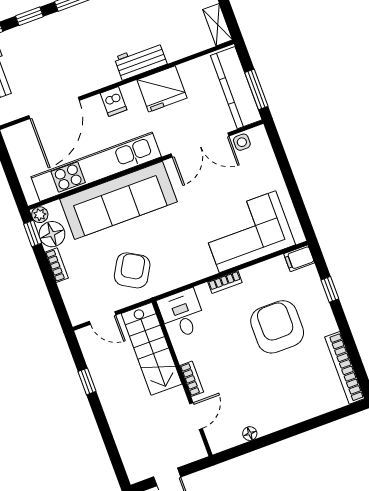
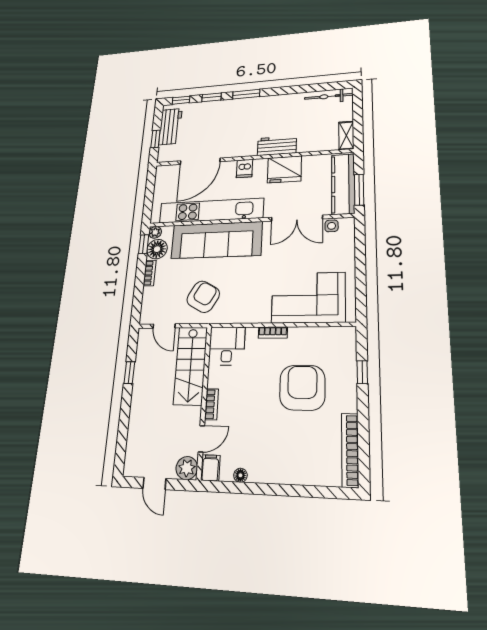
filing cabinet: (299, 258) -> (210, 468), moved, turned 90
plant: (194, 449) -> (187, 468), added

